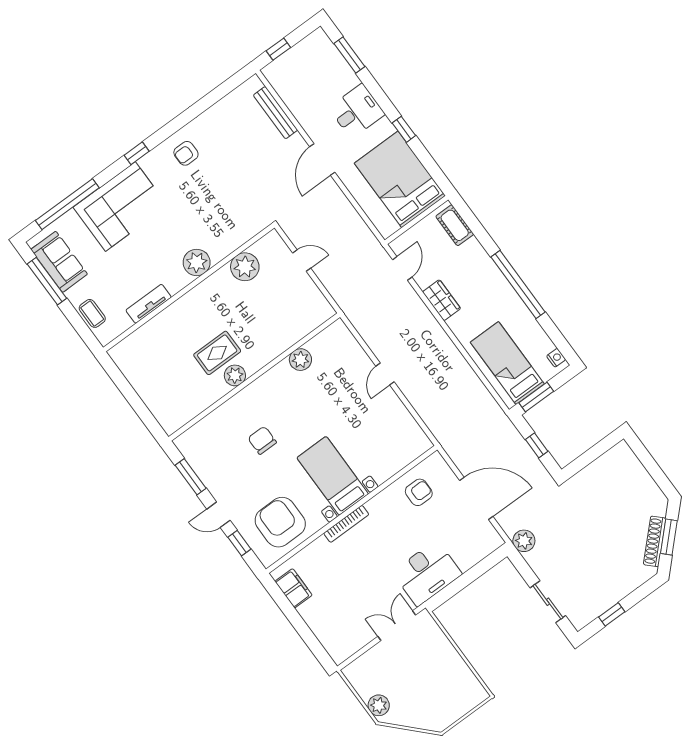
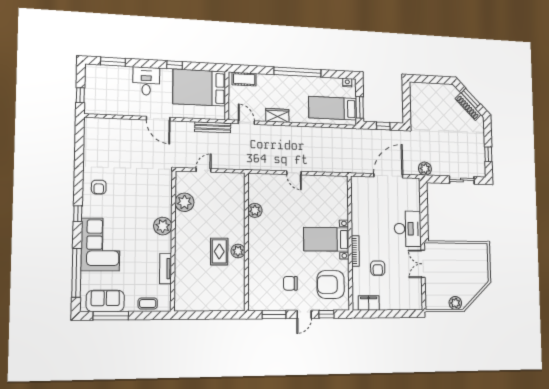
bench: (275, 113) -> (213, 127), moved
chair: (262, 440) -> (290, 283), moved
armchair: (419, 492) -> (378, 268), moved, turned 180

